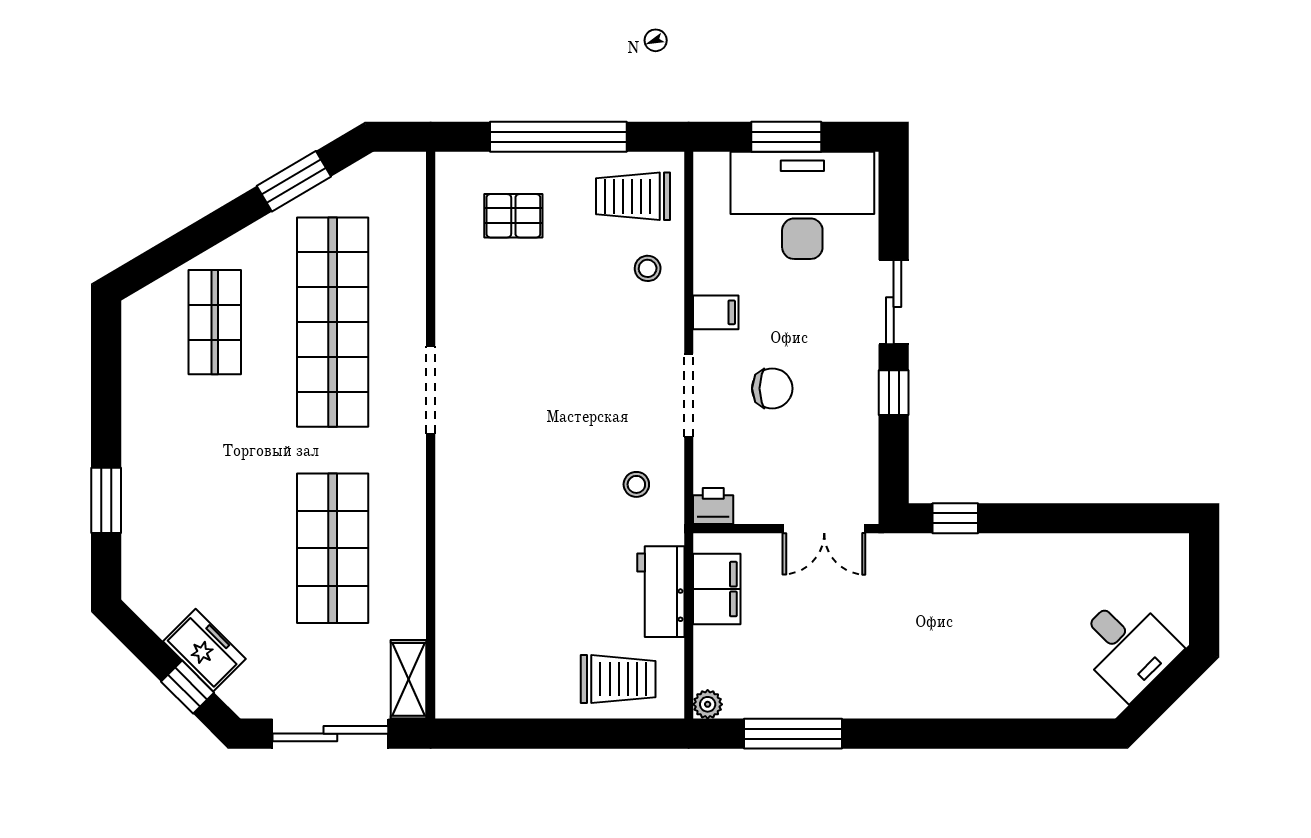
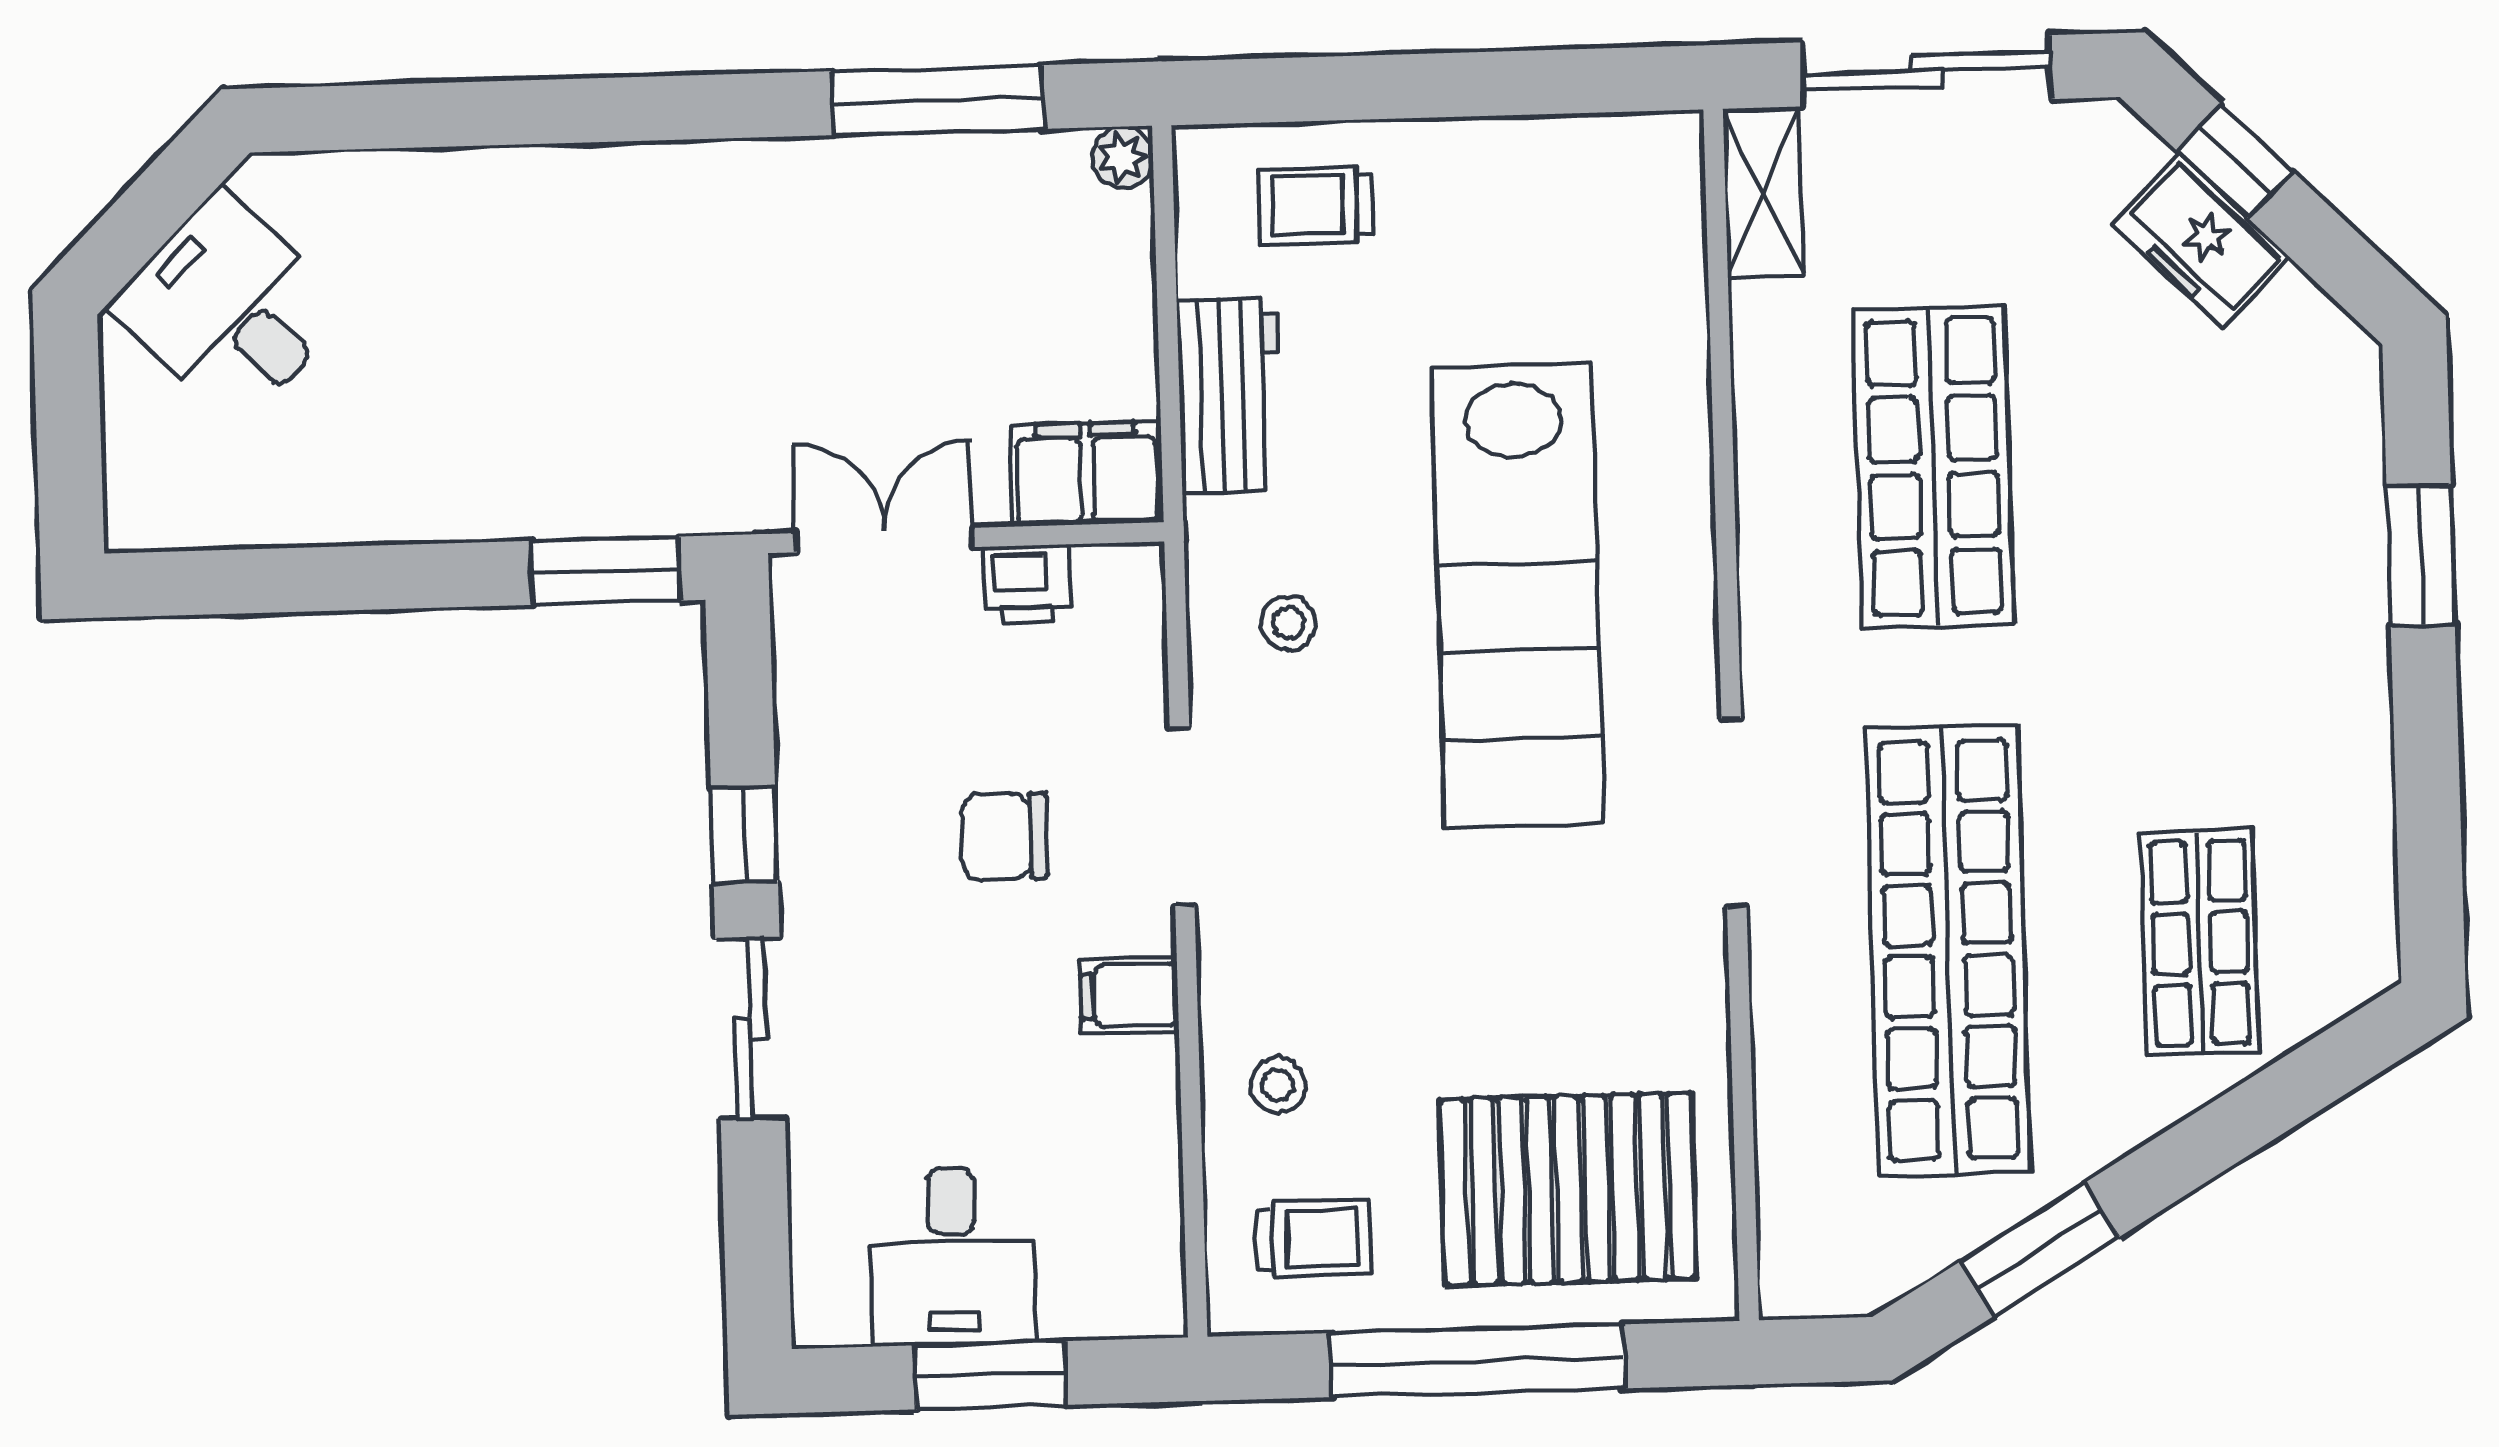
trolley: (633, 196) -> (1314, 1238), width x0.73, depth x0.72
desk: (802, 205) -> (952, 1256), width x0.53, depth x0.77
pallet: (513, 216) -> (1568, 1189), width x2.05, depth x2.00
lab bench: (529, 494) -> (1518, 595), added
printer: (713, 506) -> (1027, 584), moved
window: (955, 518) -> (605, 571), width x1.50
filing cabinet: (717, 589) -> (1087, 474), moved, turned 90
trolley: (618, 679) -> (1315, 206), width x0.73, depth x0.72

